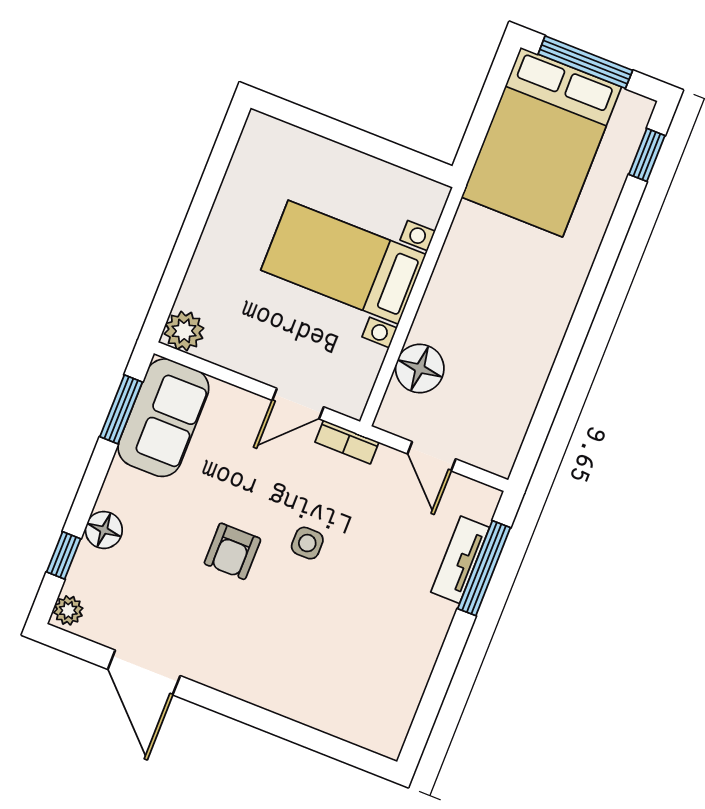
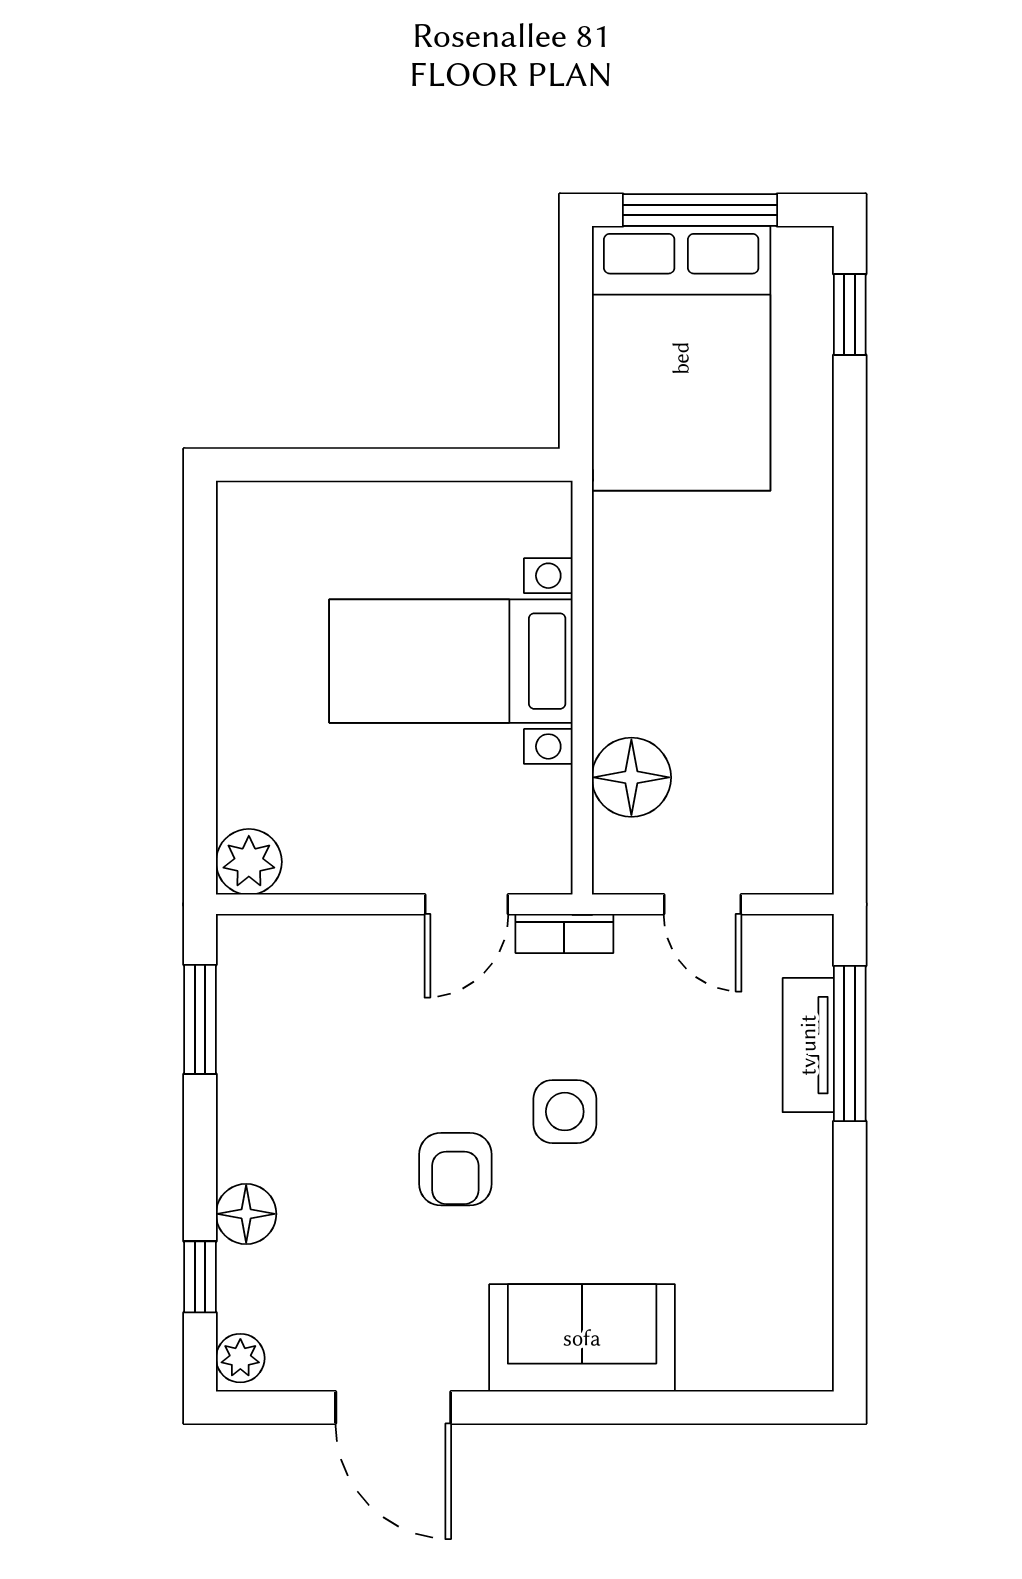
sofa: (163, 418) -> (582, 1338), moved, turned -90
side table: (307, 543) -> (565, 1112), width x1.37, depth x1.37

